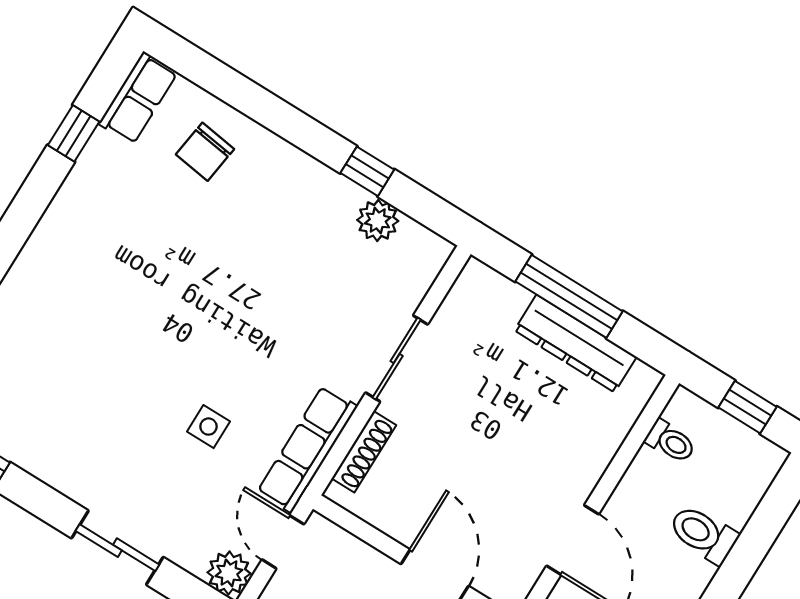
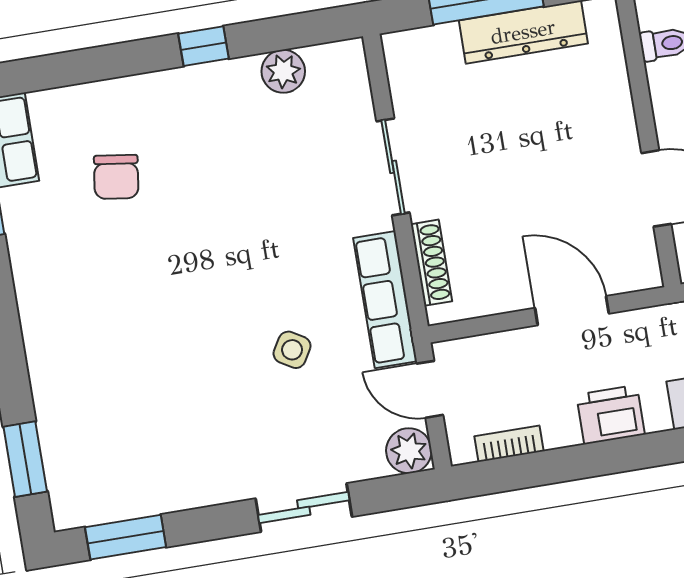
chair: (205, 152) -> (116, 177), moved
window: (367, 171) -> (204, 46), moved
side table: (208, 427) -> (292, 350), turned 31

